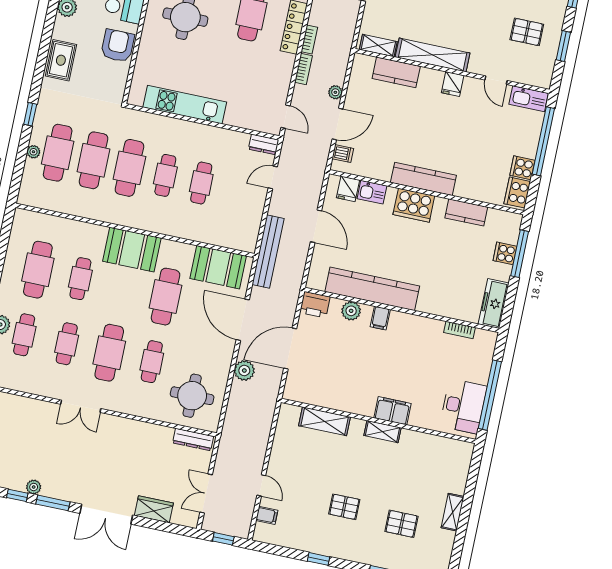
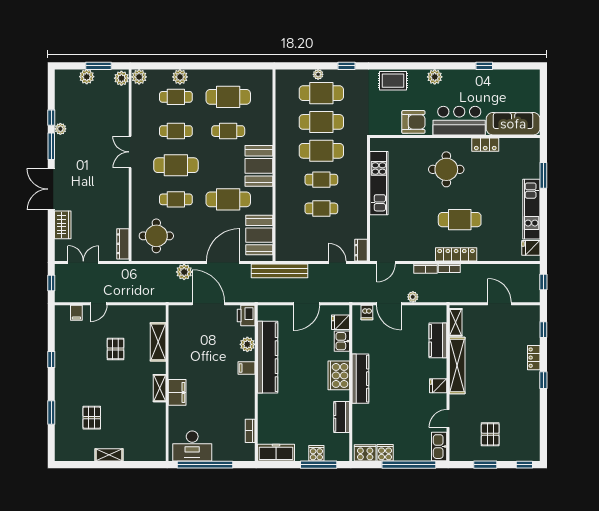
pallet: (344, 507) -> (116, 349), moved

